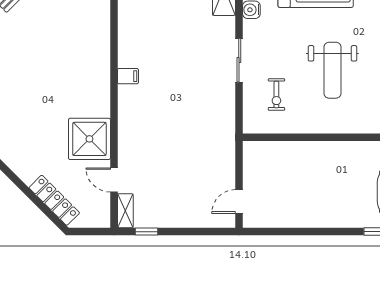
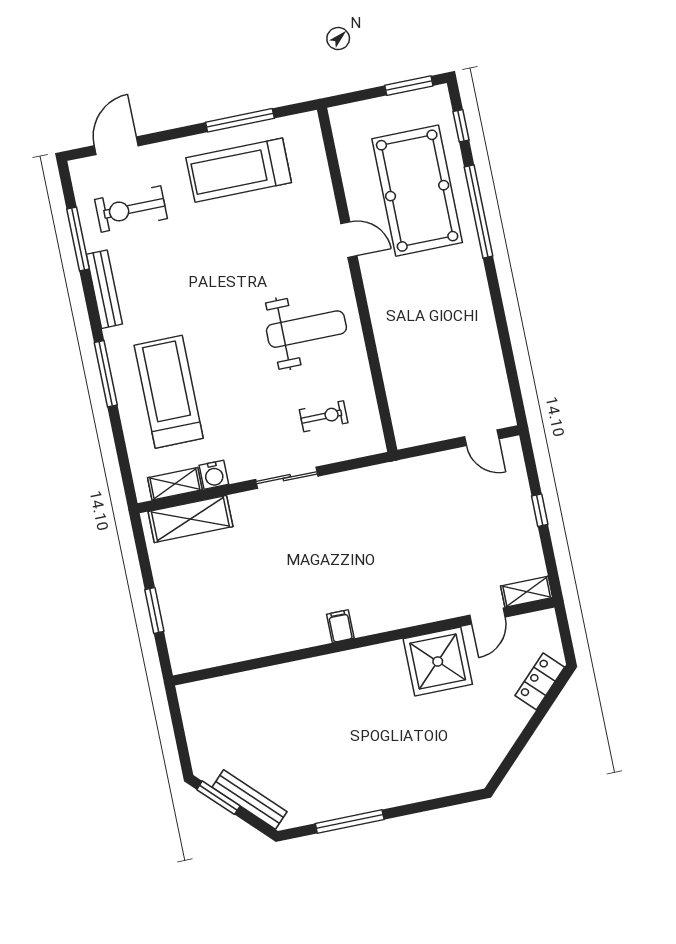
weight bench: (332, 70) -> (306, 329), moved
locker: (54, 200) -> (540, 681), width x0.66
window: (147, 232) -> (540, 510), moved

